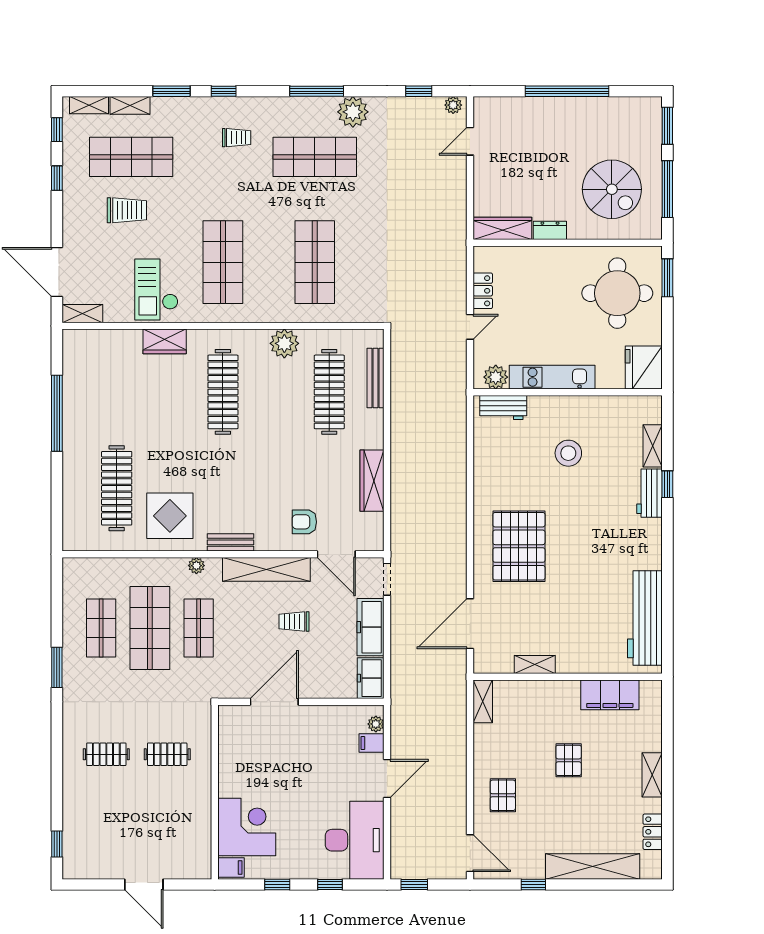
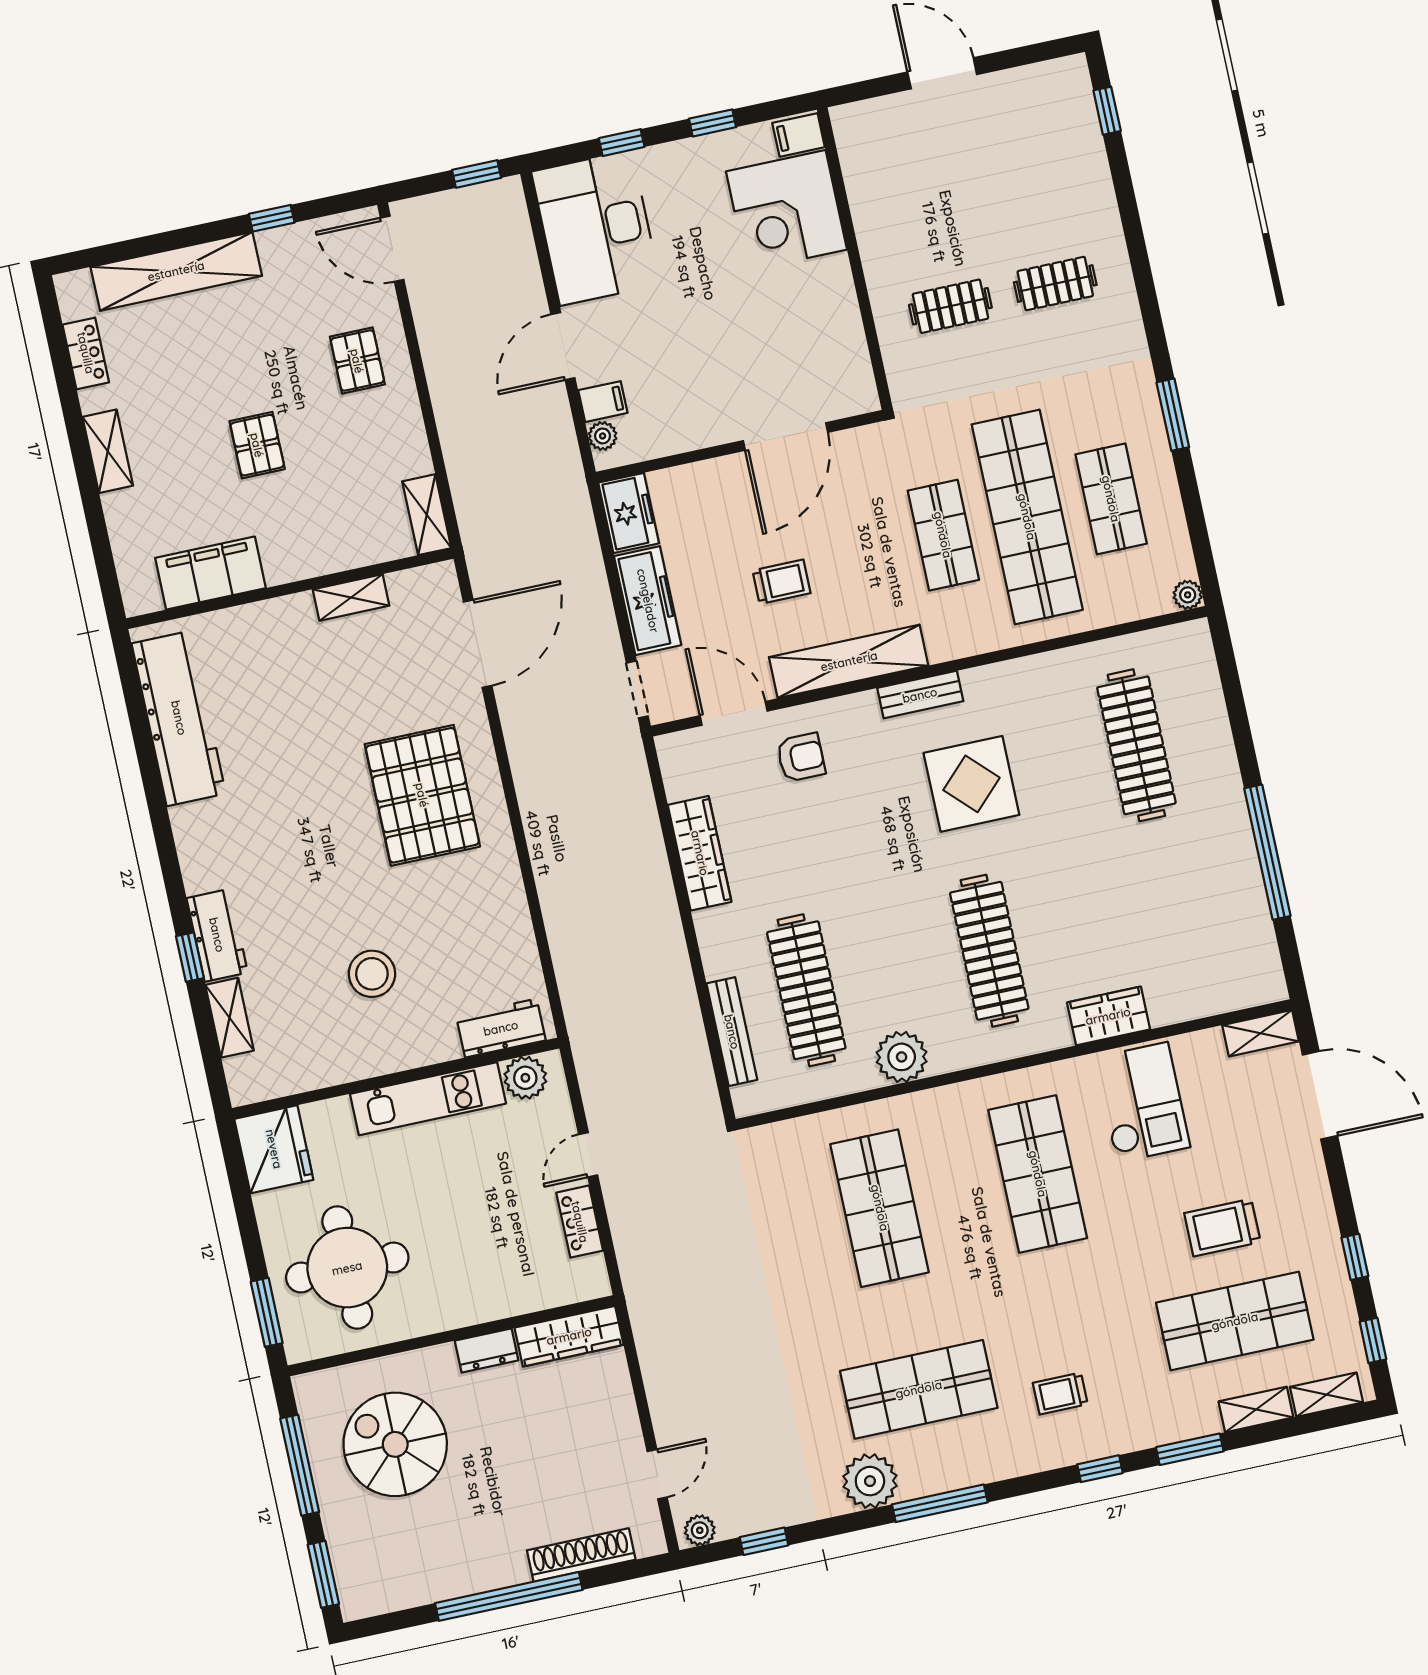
shoe rack: (522, 106) -> (581, 1555), added
display table: (170, 516) -> (971, 784), moved
plant: (196, 566) -> (1188, 595), moved
shop shelf: (150, 628) -> (1027, 517), width x1.40

